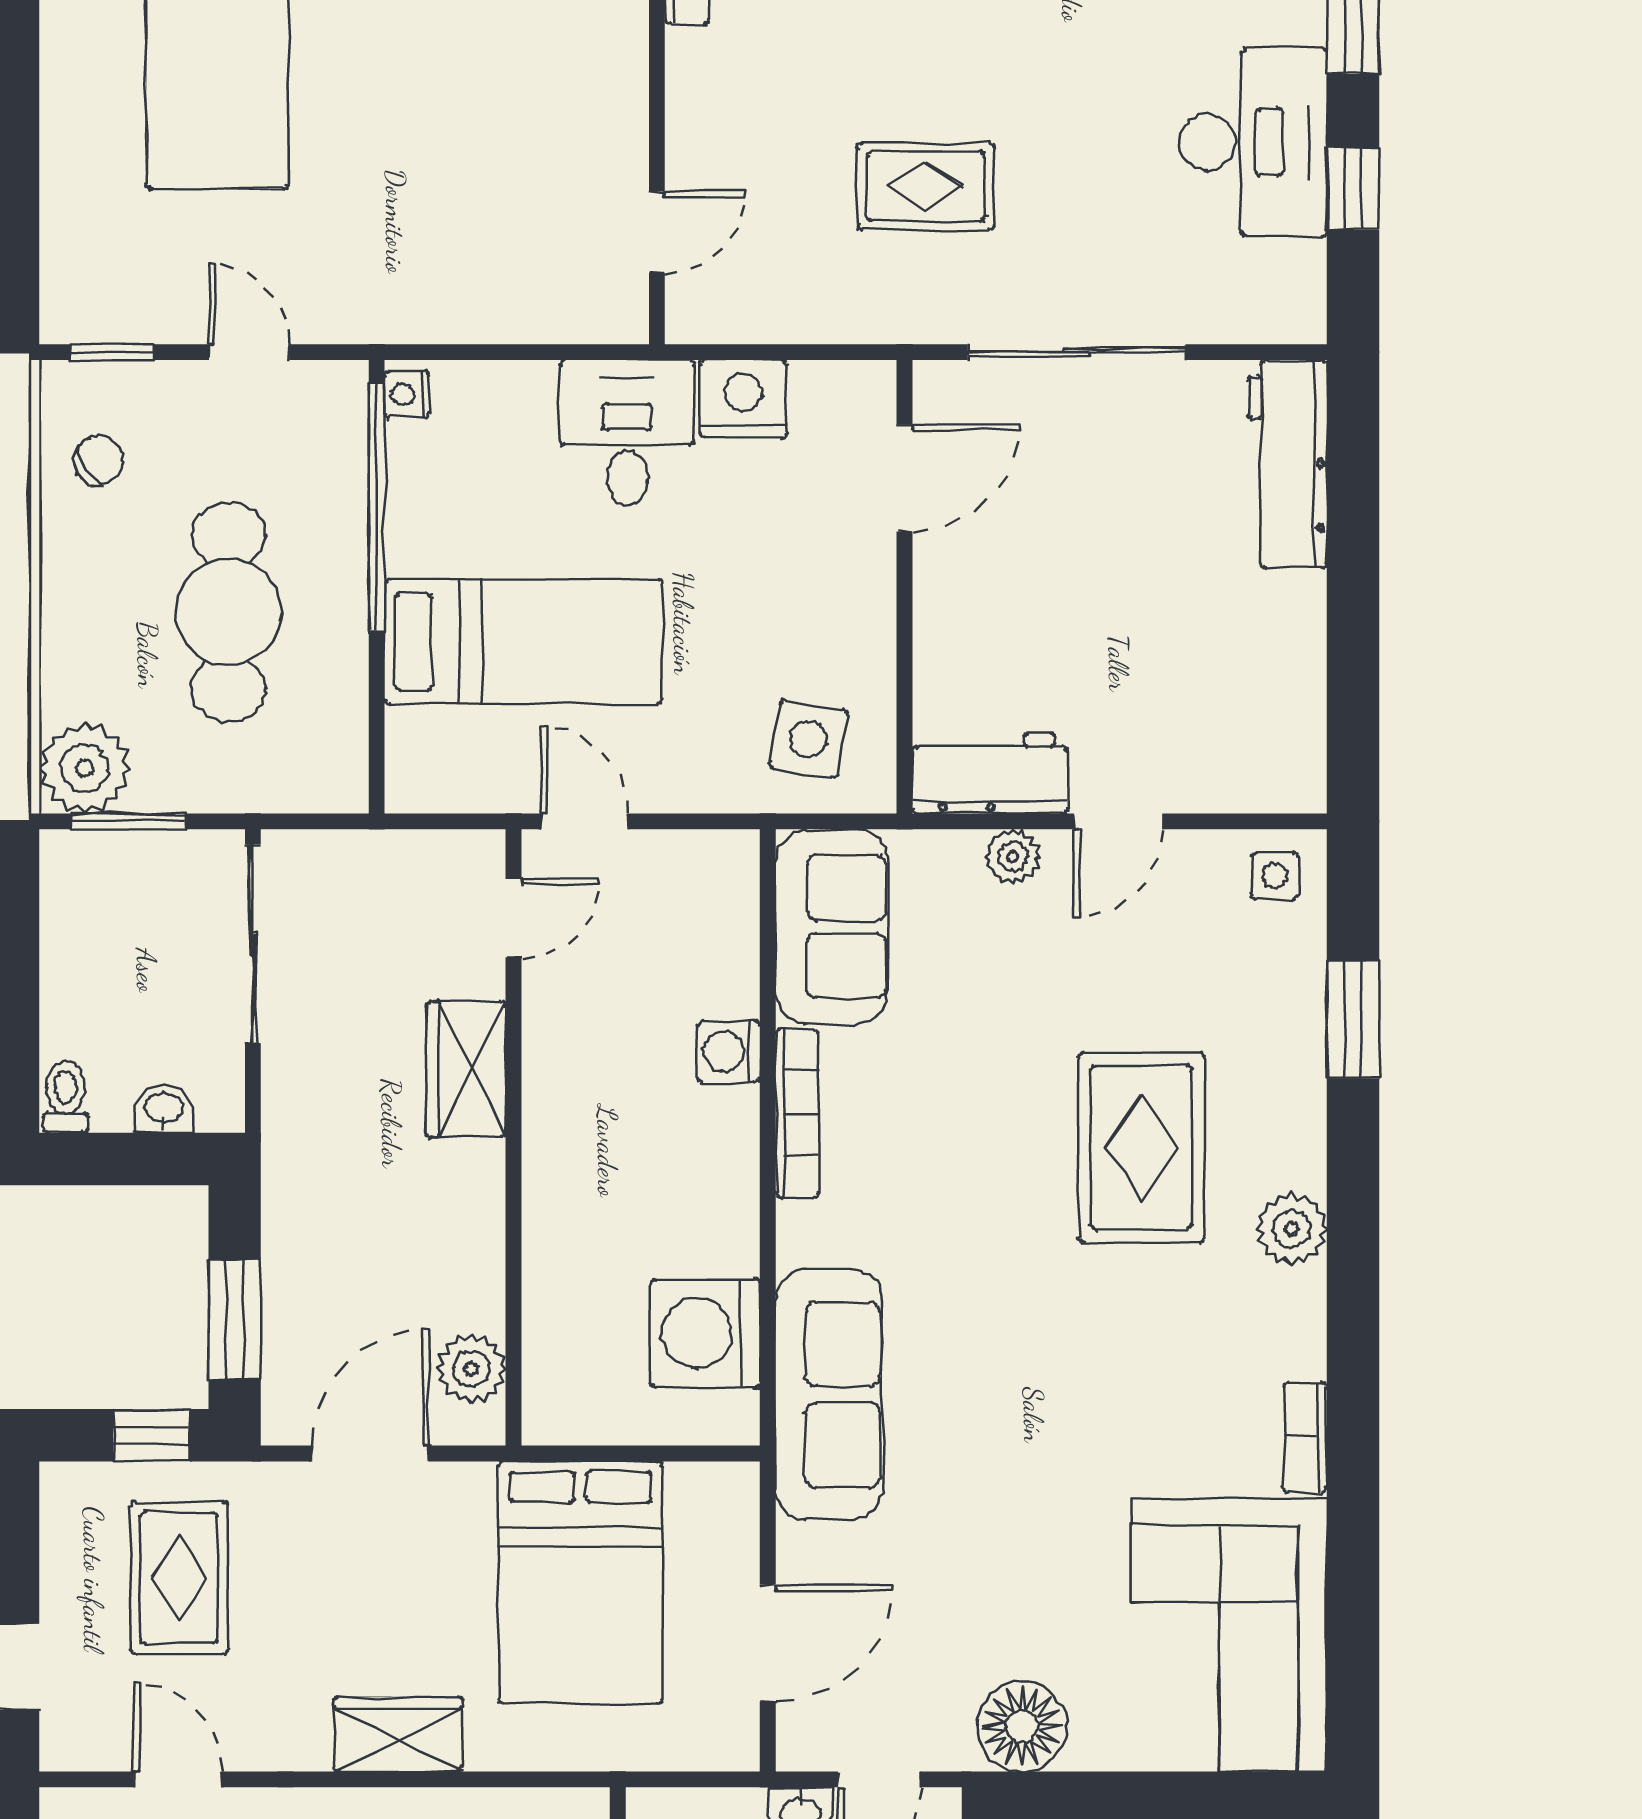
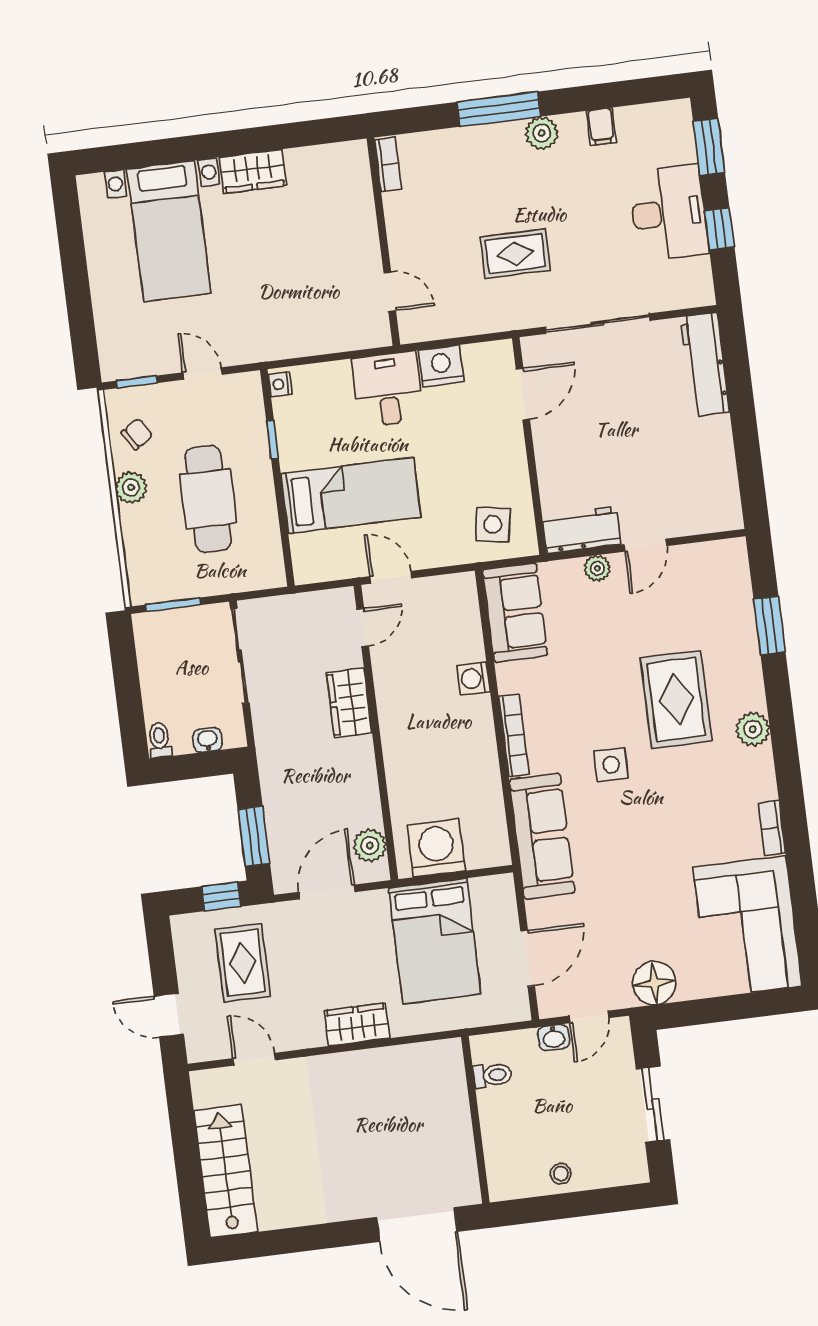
door: (657, 232) -> (390, 292), hinge flipped
window: (377, 506) -> (273, 440), width x0.32
plant: (85, 768) -> (131, 487), moved, width x0.73, depth x0.73
side table: (1275, 875) -> (611, 765), moved, width x1.37, depth x1.37
bookcase: (797, 1113) -> (514, 735), moved
washing machine: (705, 1333) -> (436, 848), moved, turned 90

